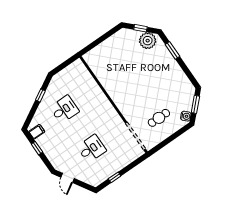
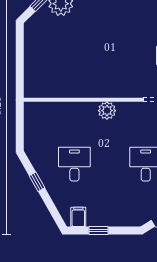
plant: (106, 107) -> (107, 111), added

